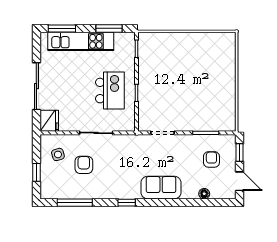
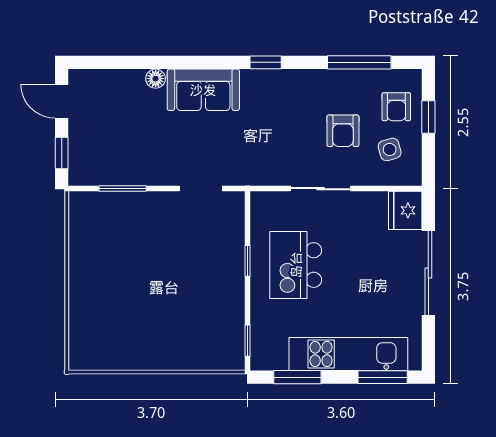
armchair: (211, 159) -> (396, 107), moved
floor lamp: (204, 194) -> (156, 79), moved

